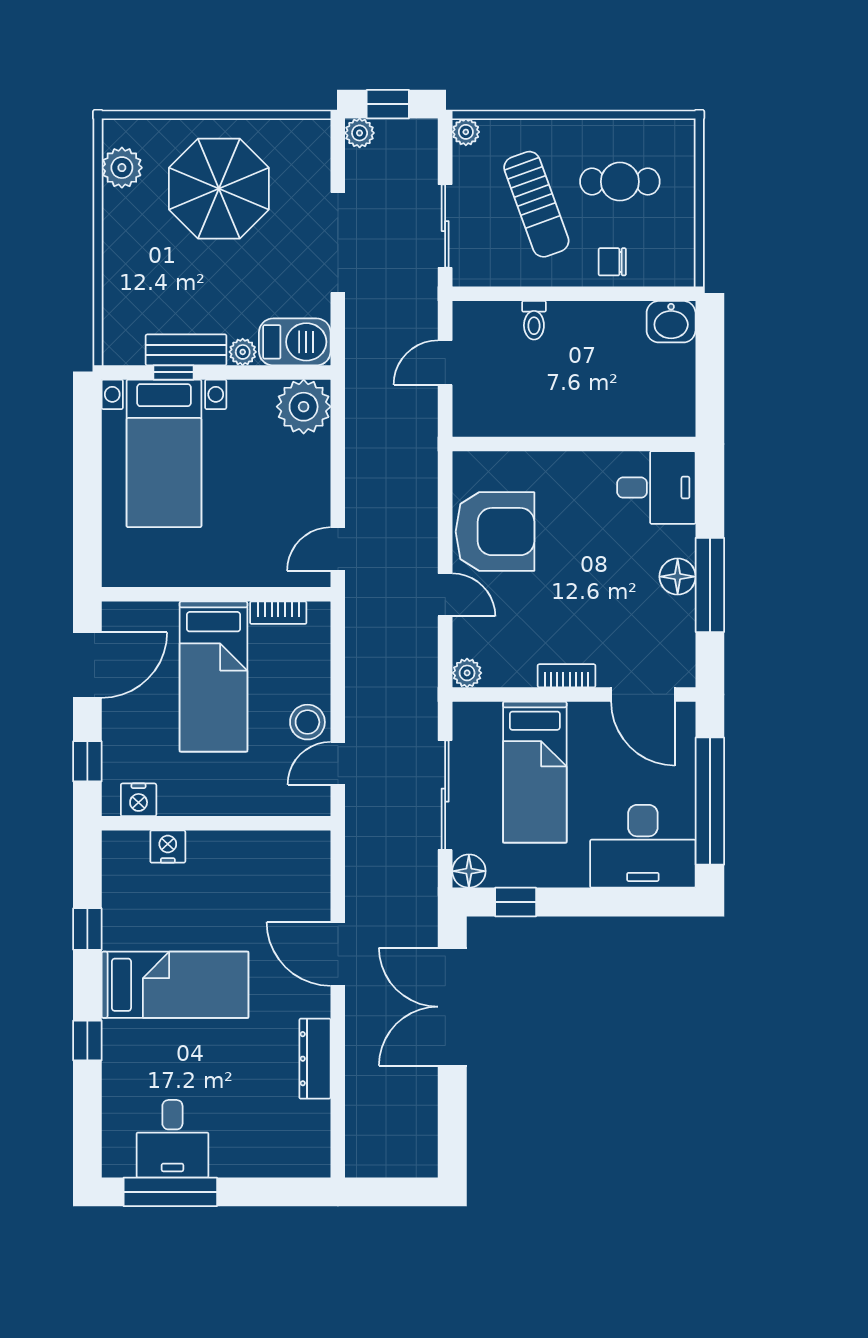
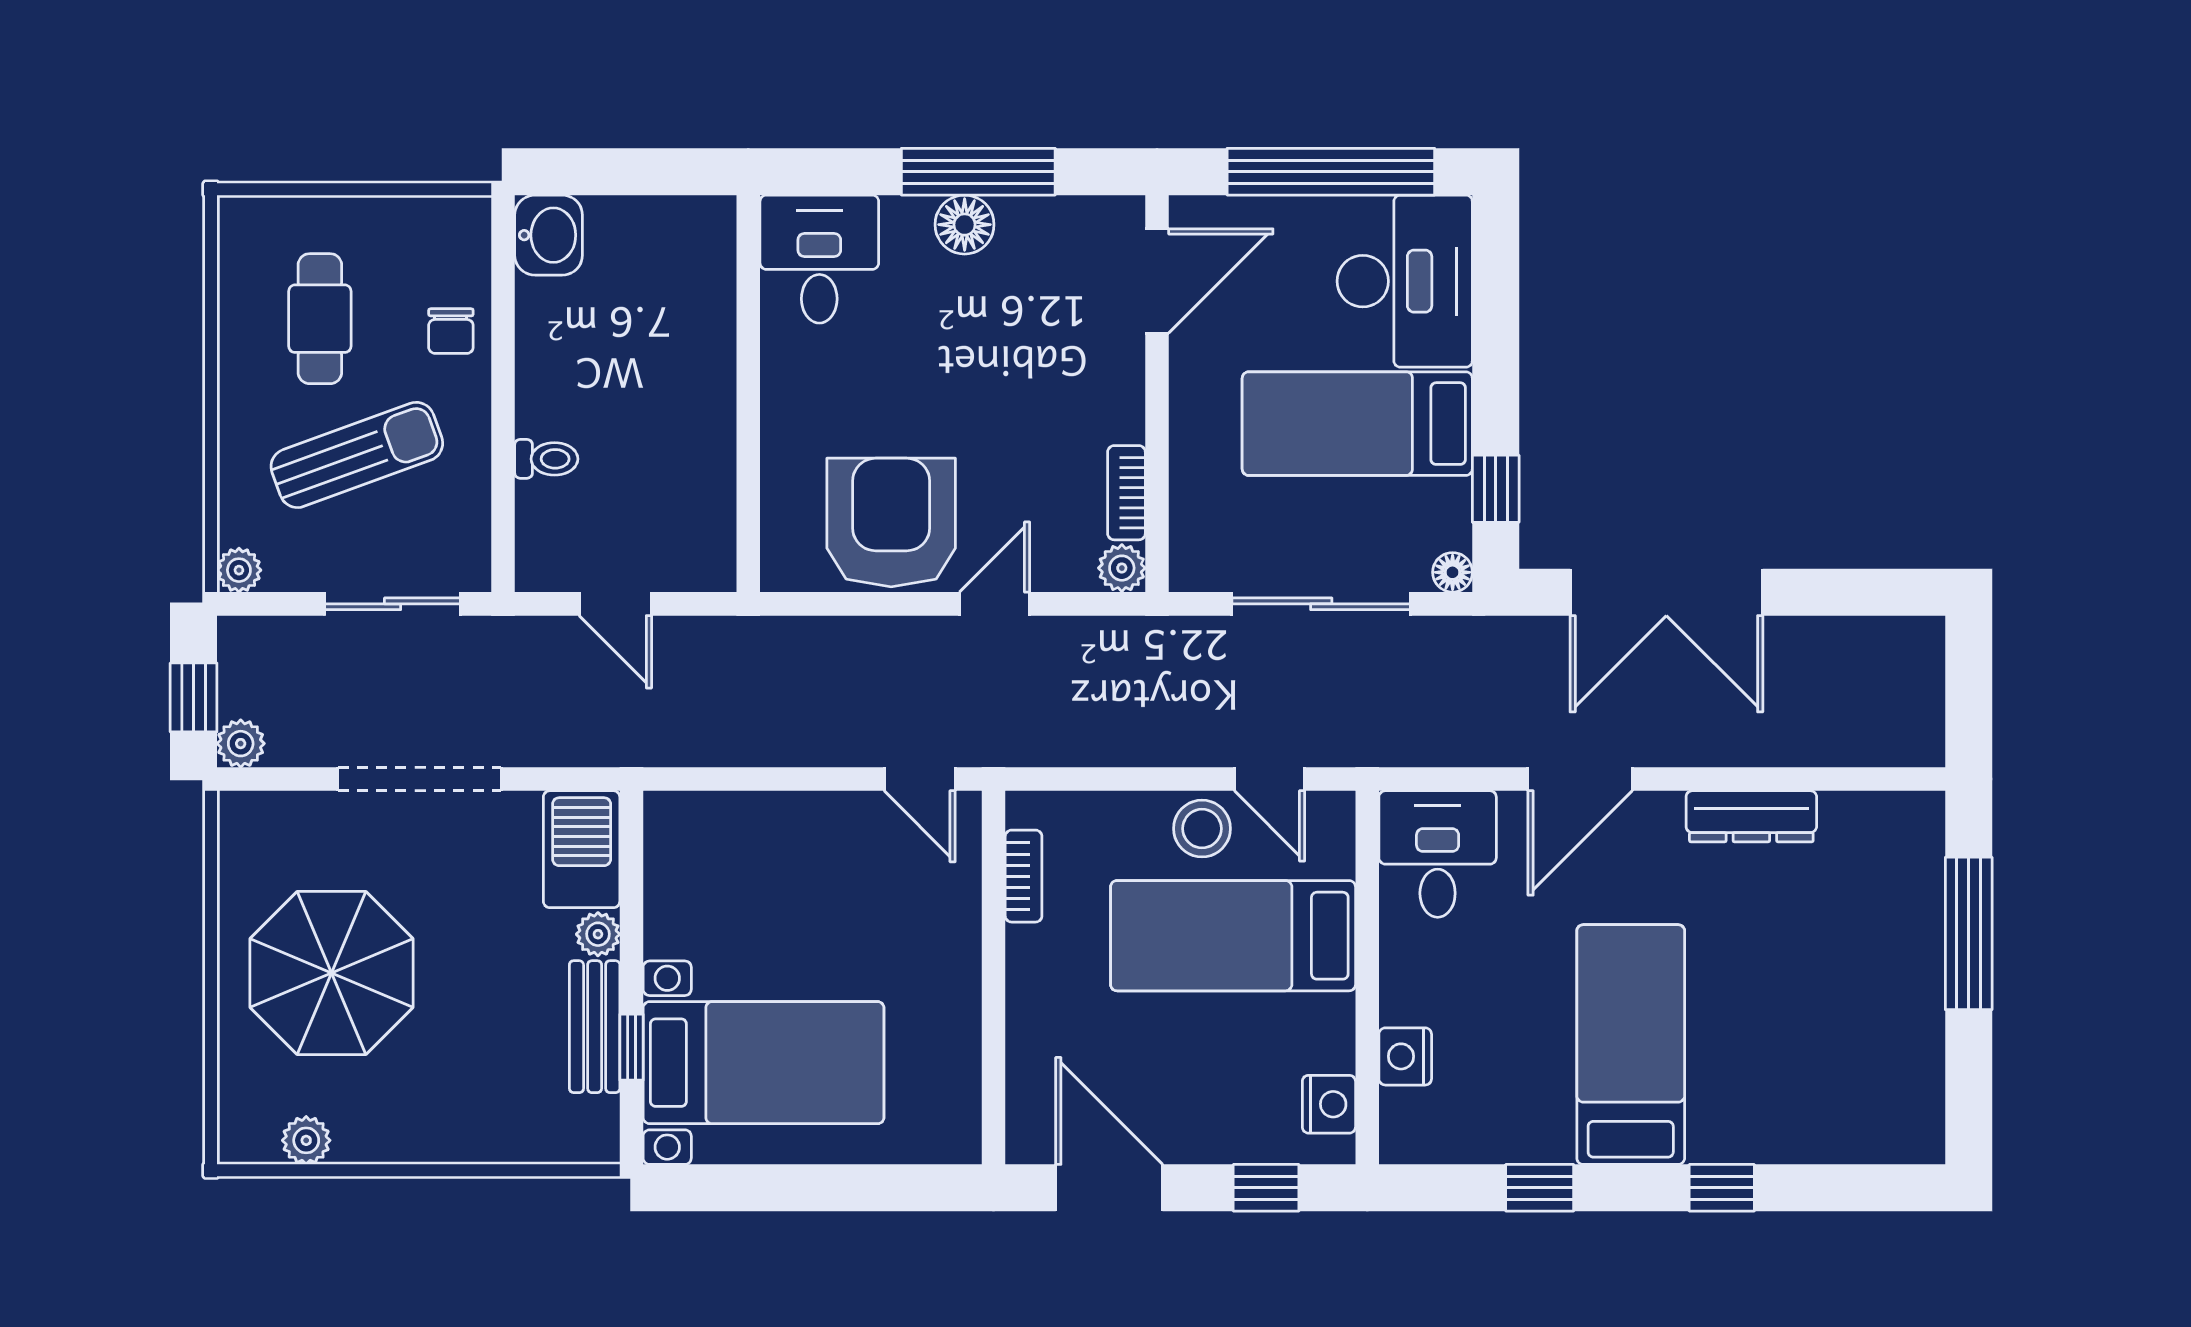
plant: (122, 168) -> (306, 1140), width x0.73, depth x0.73
plant: (304, 407) -> (687, 835), removed
bookcase: (567, 676) -> (1126, 493), moved
bed: (213, 677) -> (1233, 936), moved, turned 180
bed: (535, 772) -> (1357, 424), moved, turned 180
floor lamp: (469, 871) -> (1453, 572), width x0.73, depth x0.73
desk: (172, 1139) -> (1438, 854), moved, turned -90
window: (170, 1192) -> (1969, 933), moved

